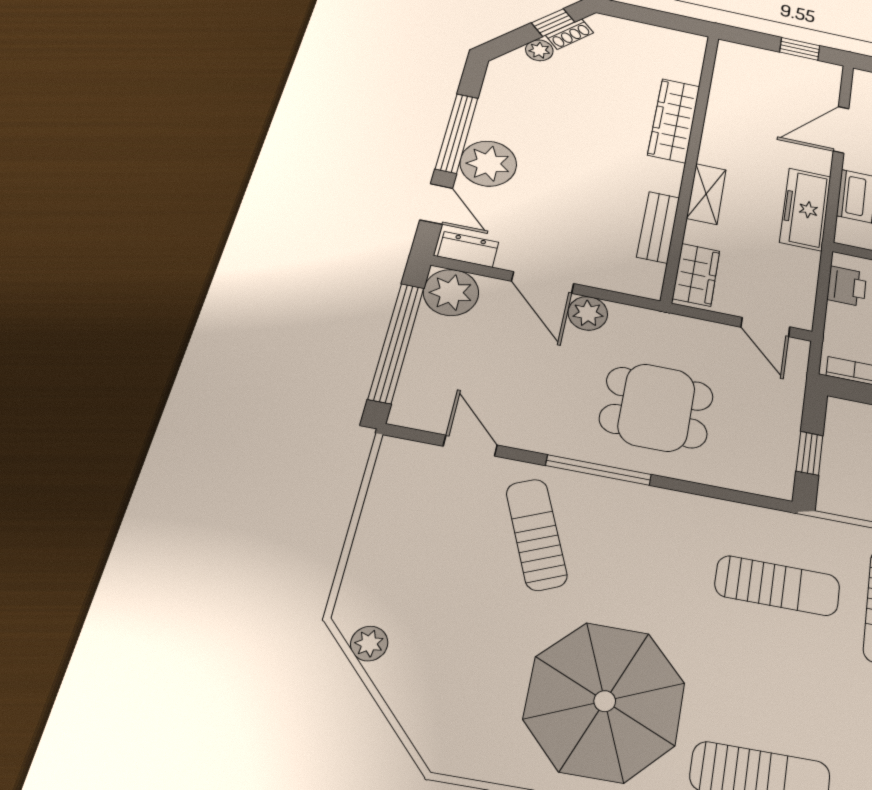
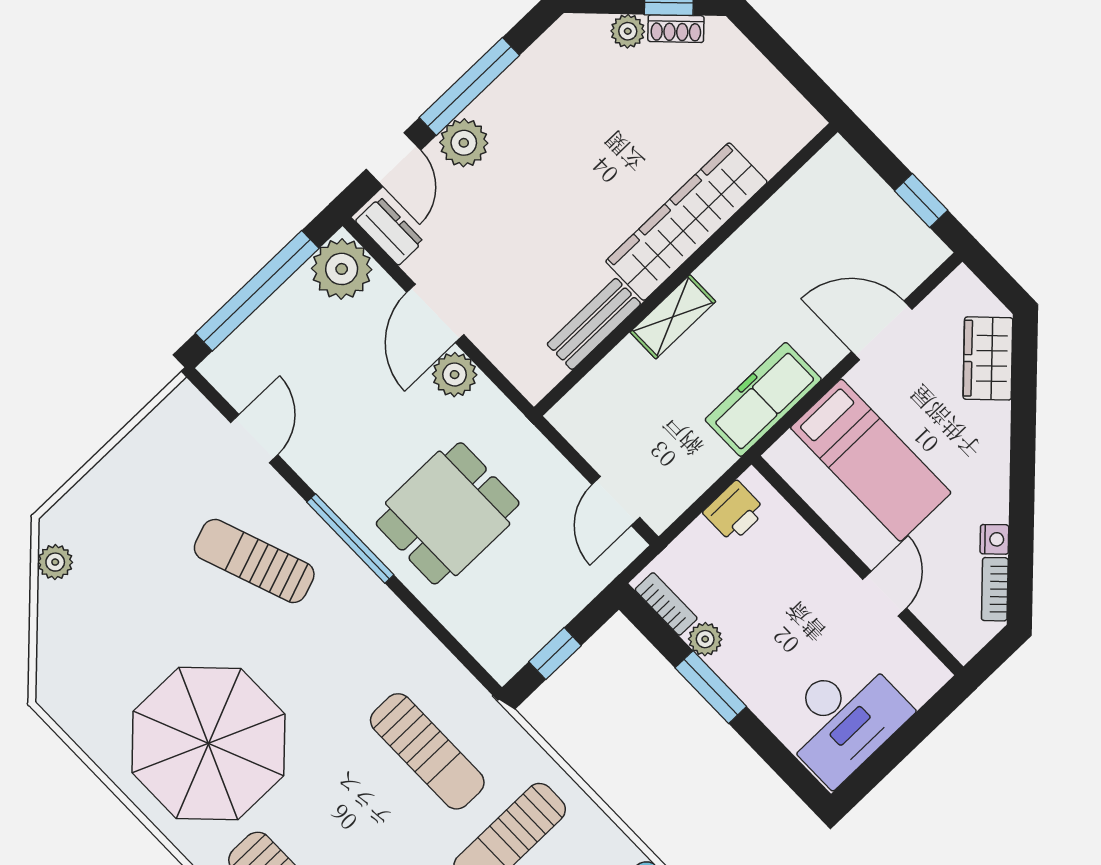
wardrobe: (674, 120) -> (686, 222), width x1.40, depth x1.17
plant: (488, 164) -> (464, 143), width x0.73, depth x0.73
wardrobe: (696, 275) -> (591, 401), removed
dining table: (657, 407) -> (448, 513), turned 90
sun lounger: (537, 534) -> (254, 561), turned -87

